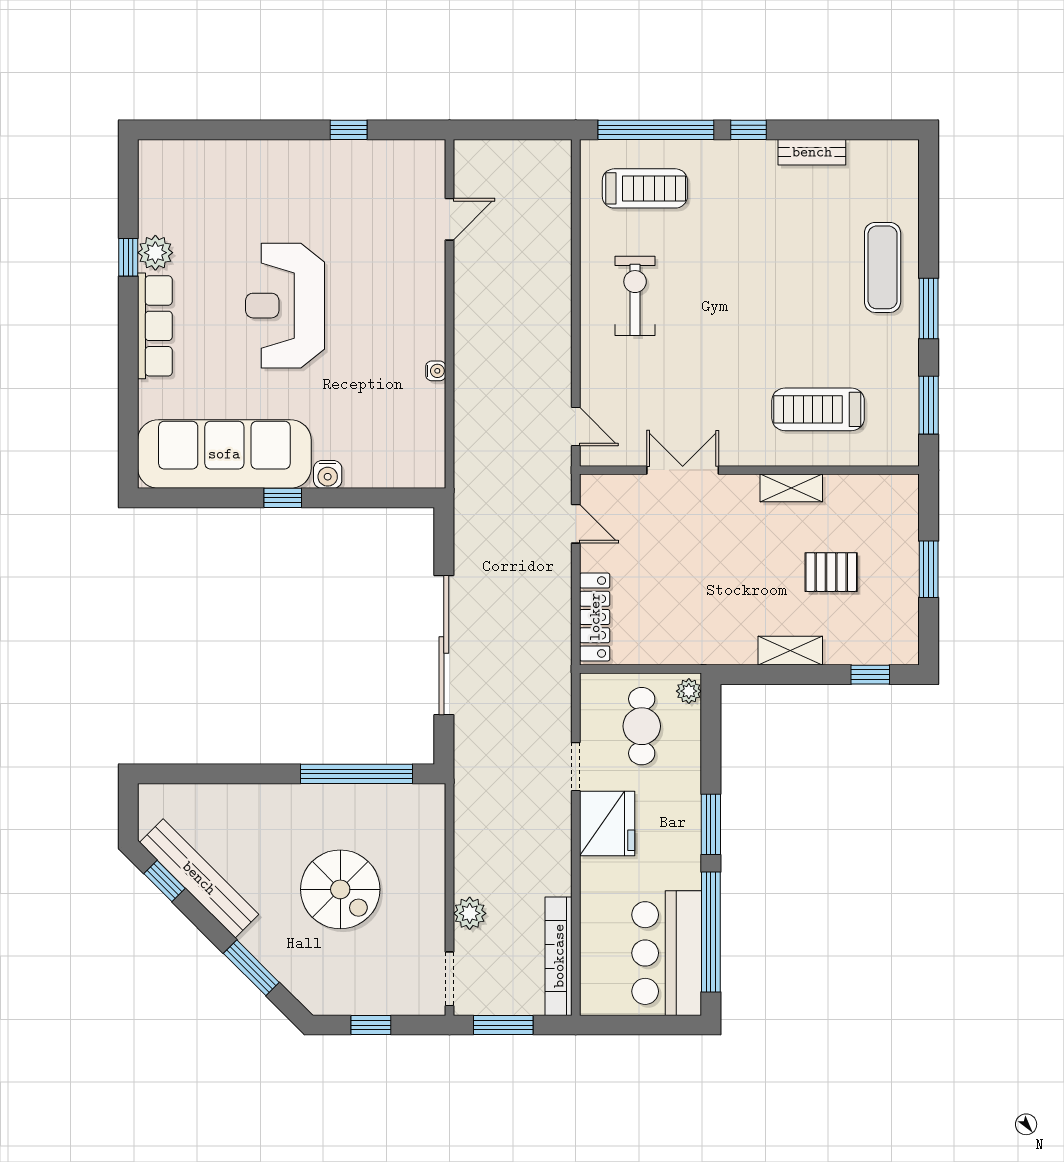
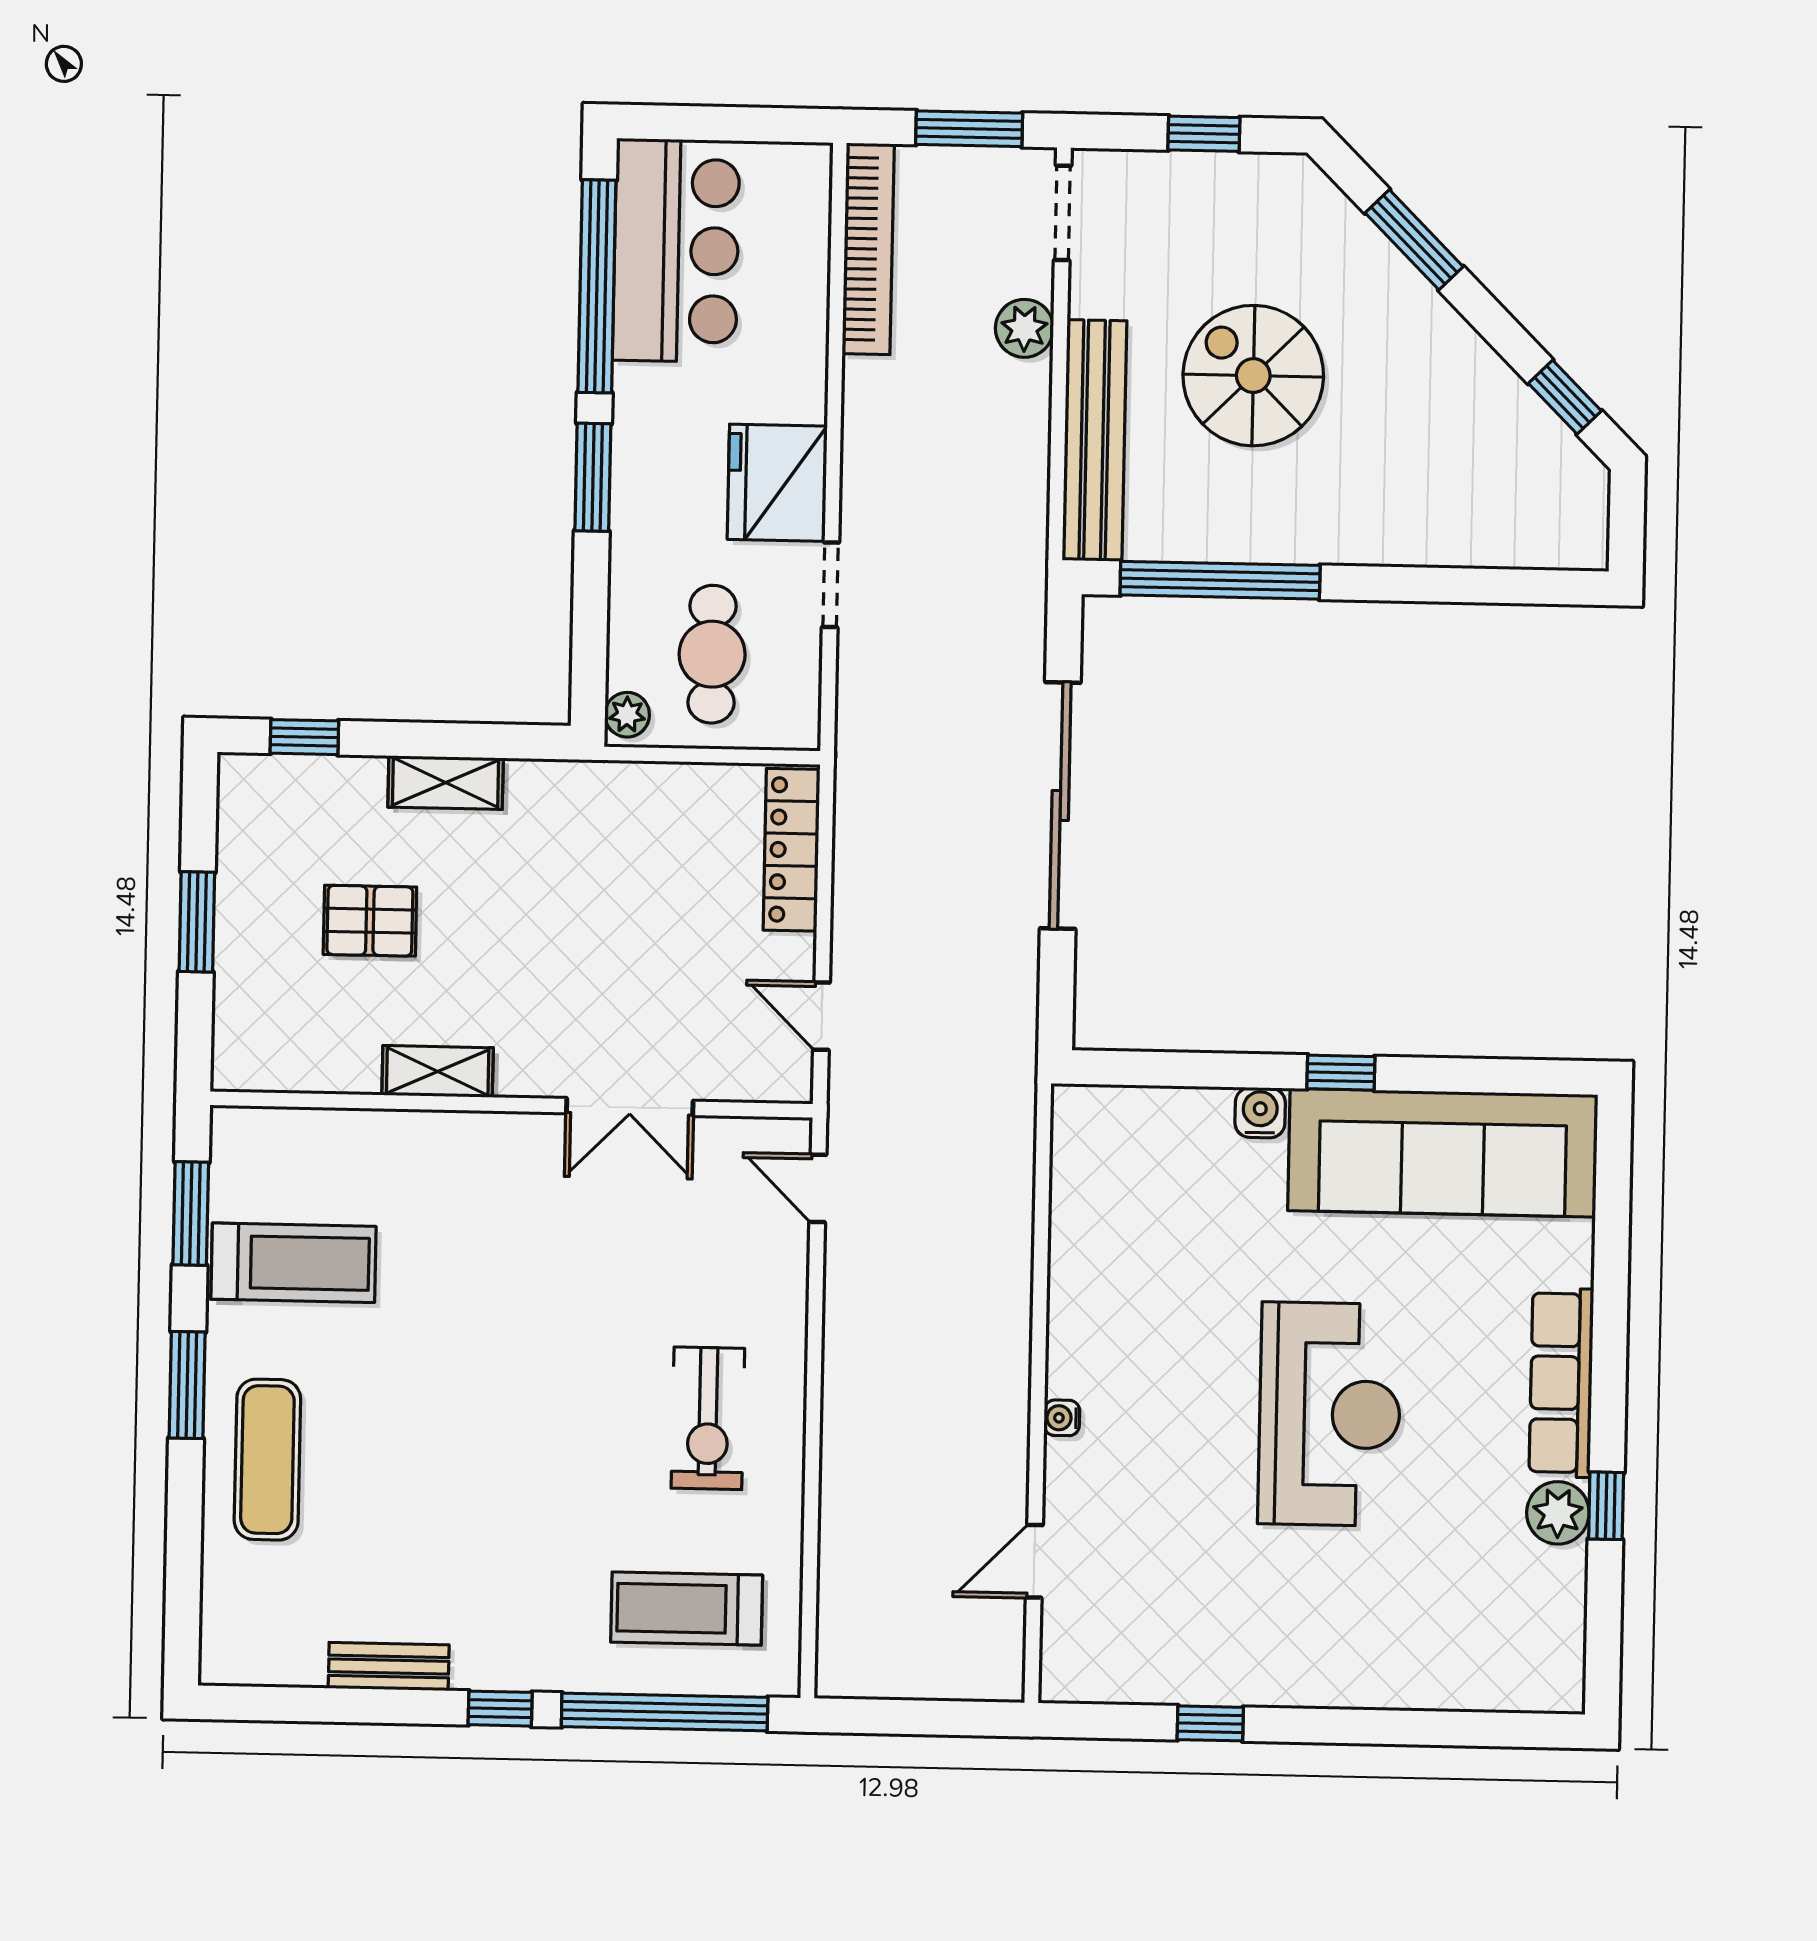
water cooler: (436, 371) -> (1062, 1418), moved
treadmill: (818, 409) -> (293, 1263), moved
bench: (199, 878) -> (1094, 440), moved, turned 45

